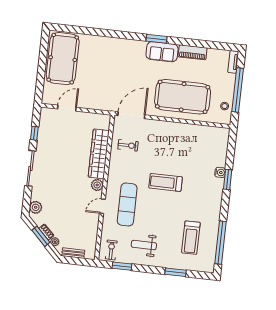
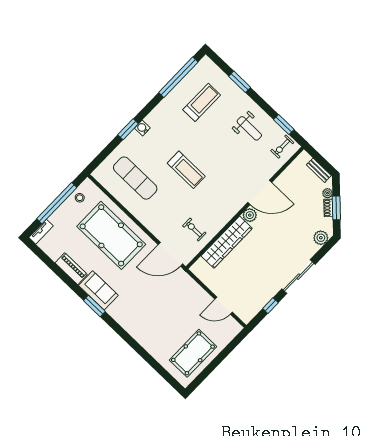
pool table: (63, 59) -> (193, 353), width x0.73, depth x0.76
water cooler: (220, 172) -> (142, 128), moved
exercise mat: (127, 204) -> (135, 178), moved, turned 90
door: (102, 206) -> (260, 192), width x1.87

